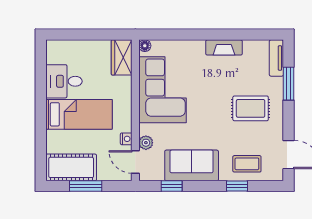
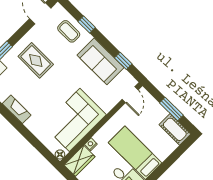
nightstand: (126, 139) -> (91, 144), moved
plant: (146, 143) -> (113, 100), removed
cot: (71, 167) -> (175, 129), width x0.73, depth x0.75

